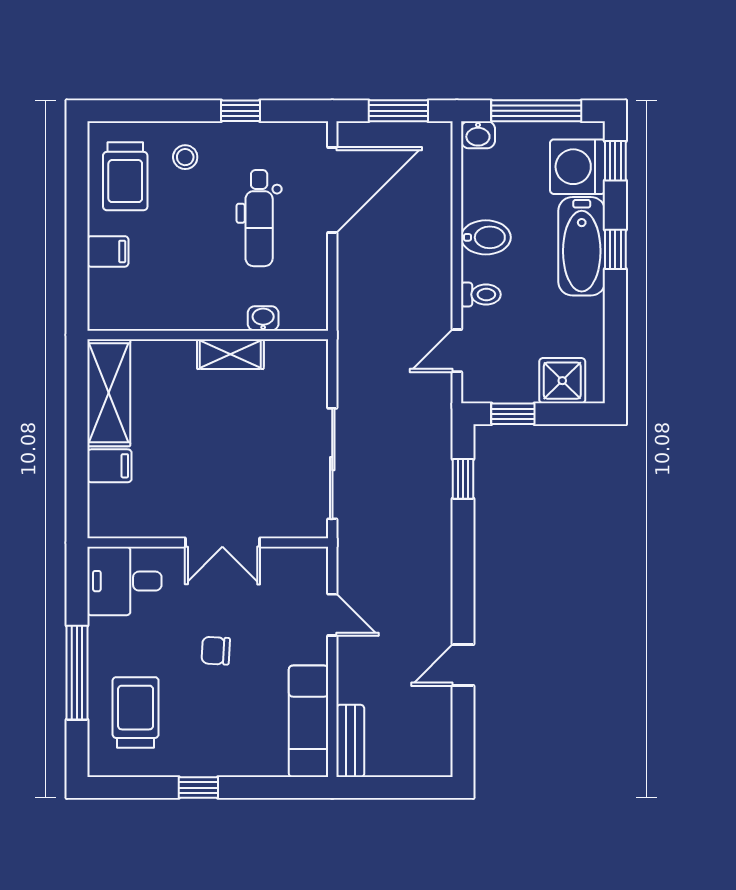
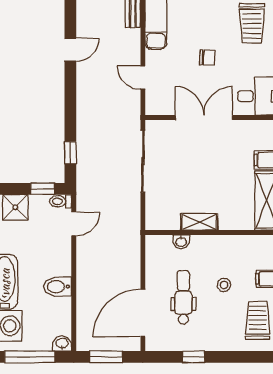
stool: (185, 157) -> (224, 285), moved
toilet: (481, 294) -> (60, 201), moved
double door: (222, 543) -> (204, 117), width x1.37

